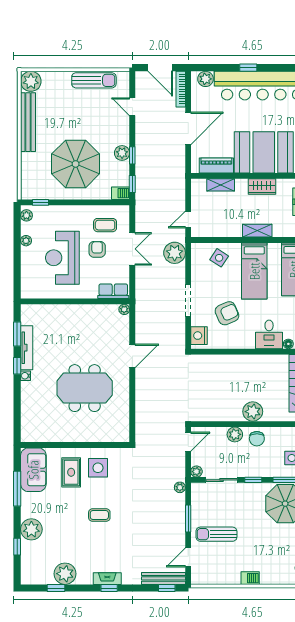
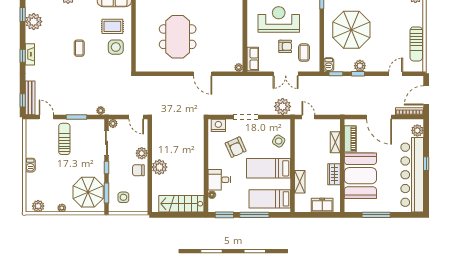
shelving: (257, 231) -> (300, 182), moved

